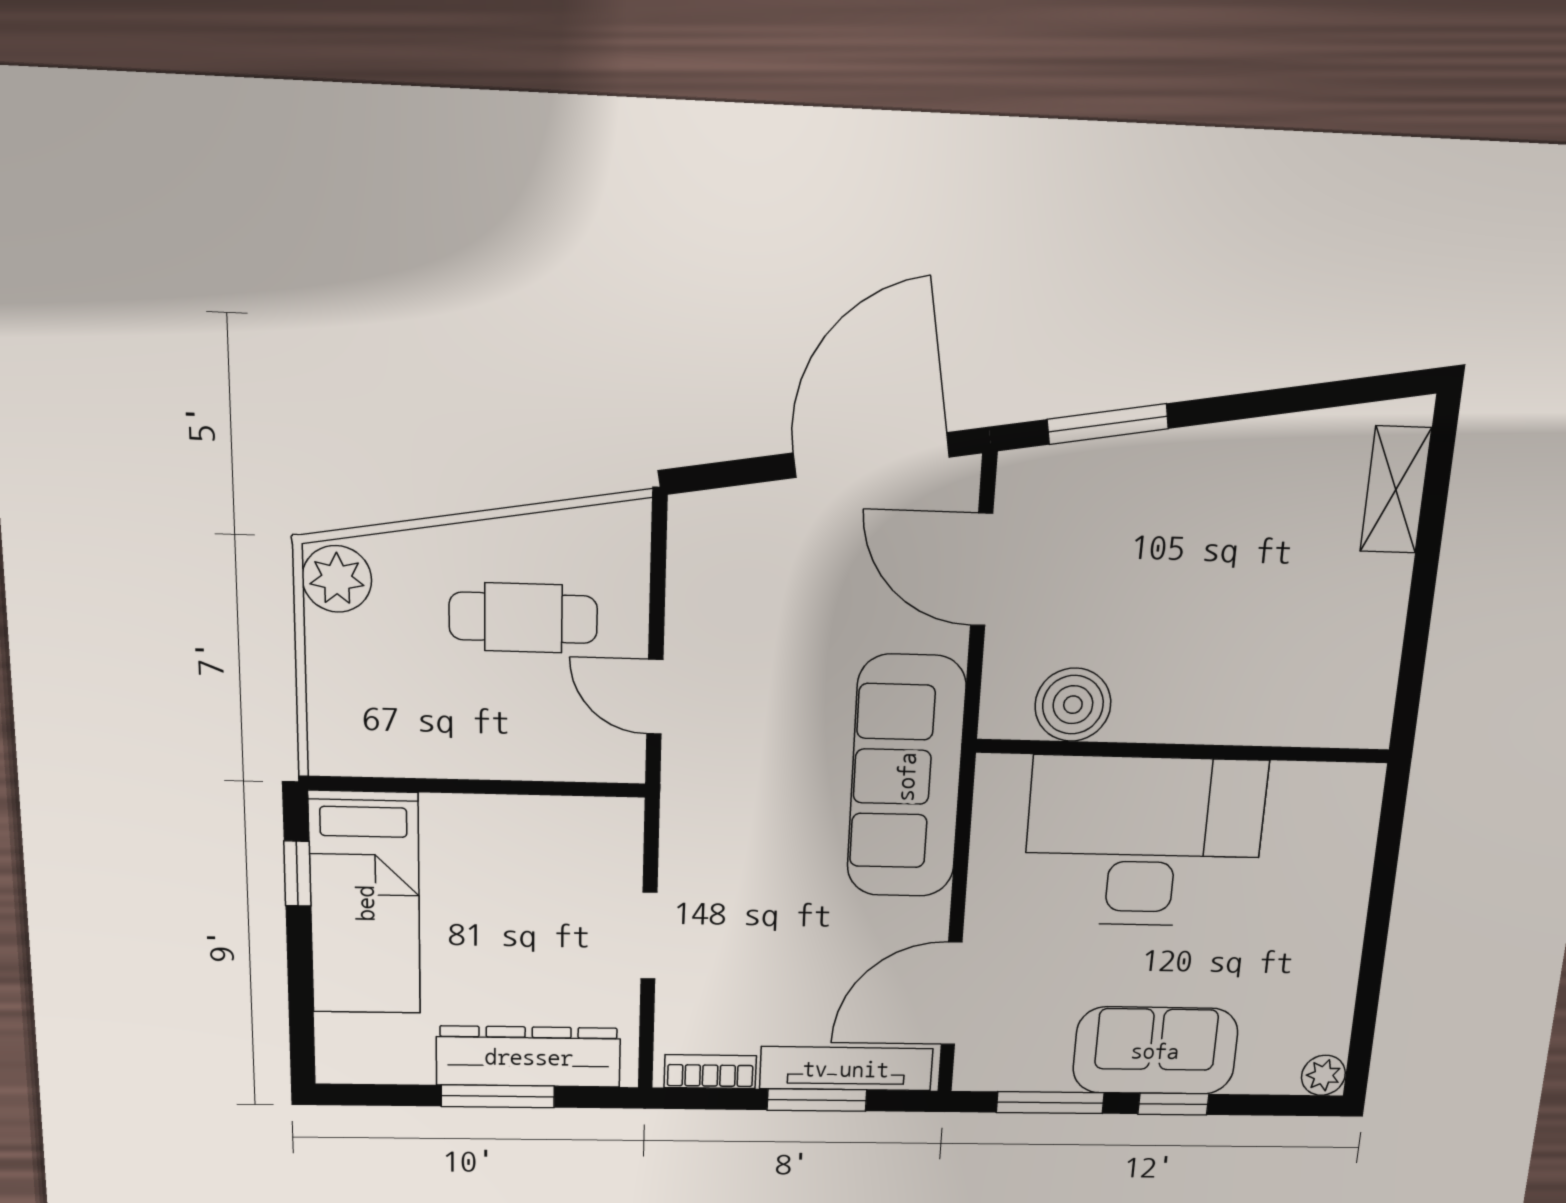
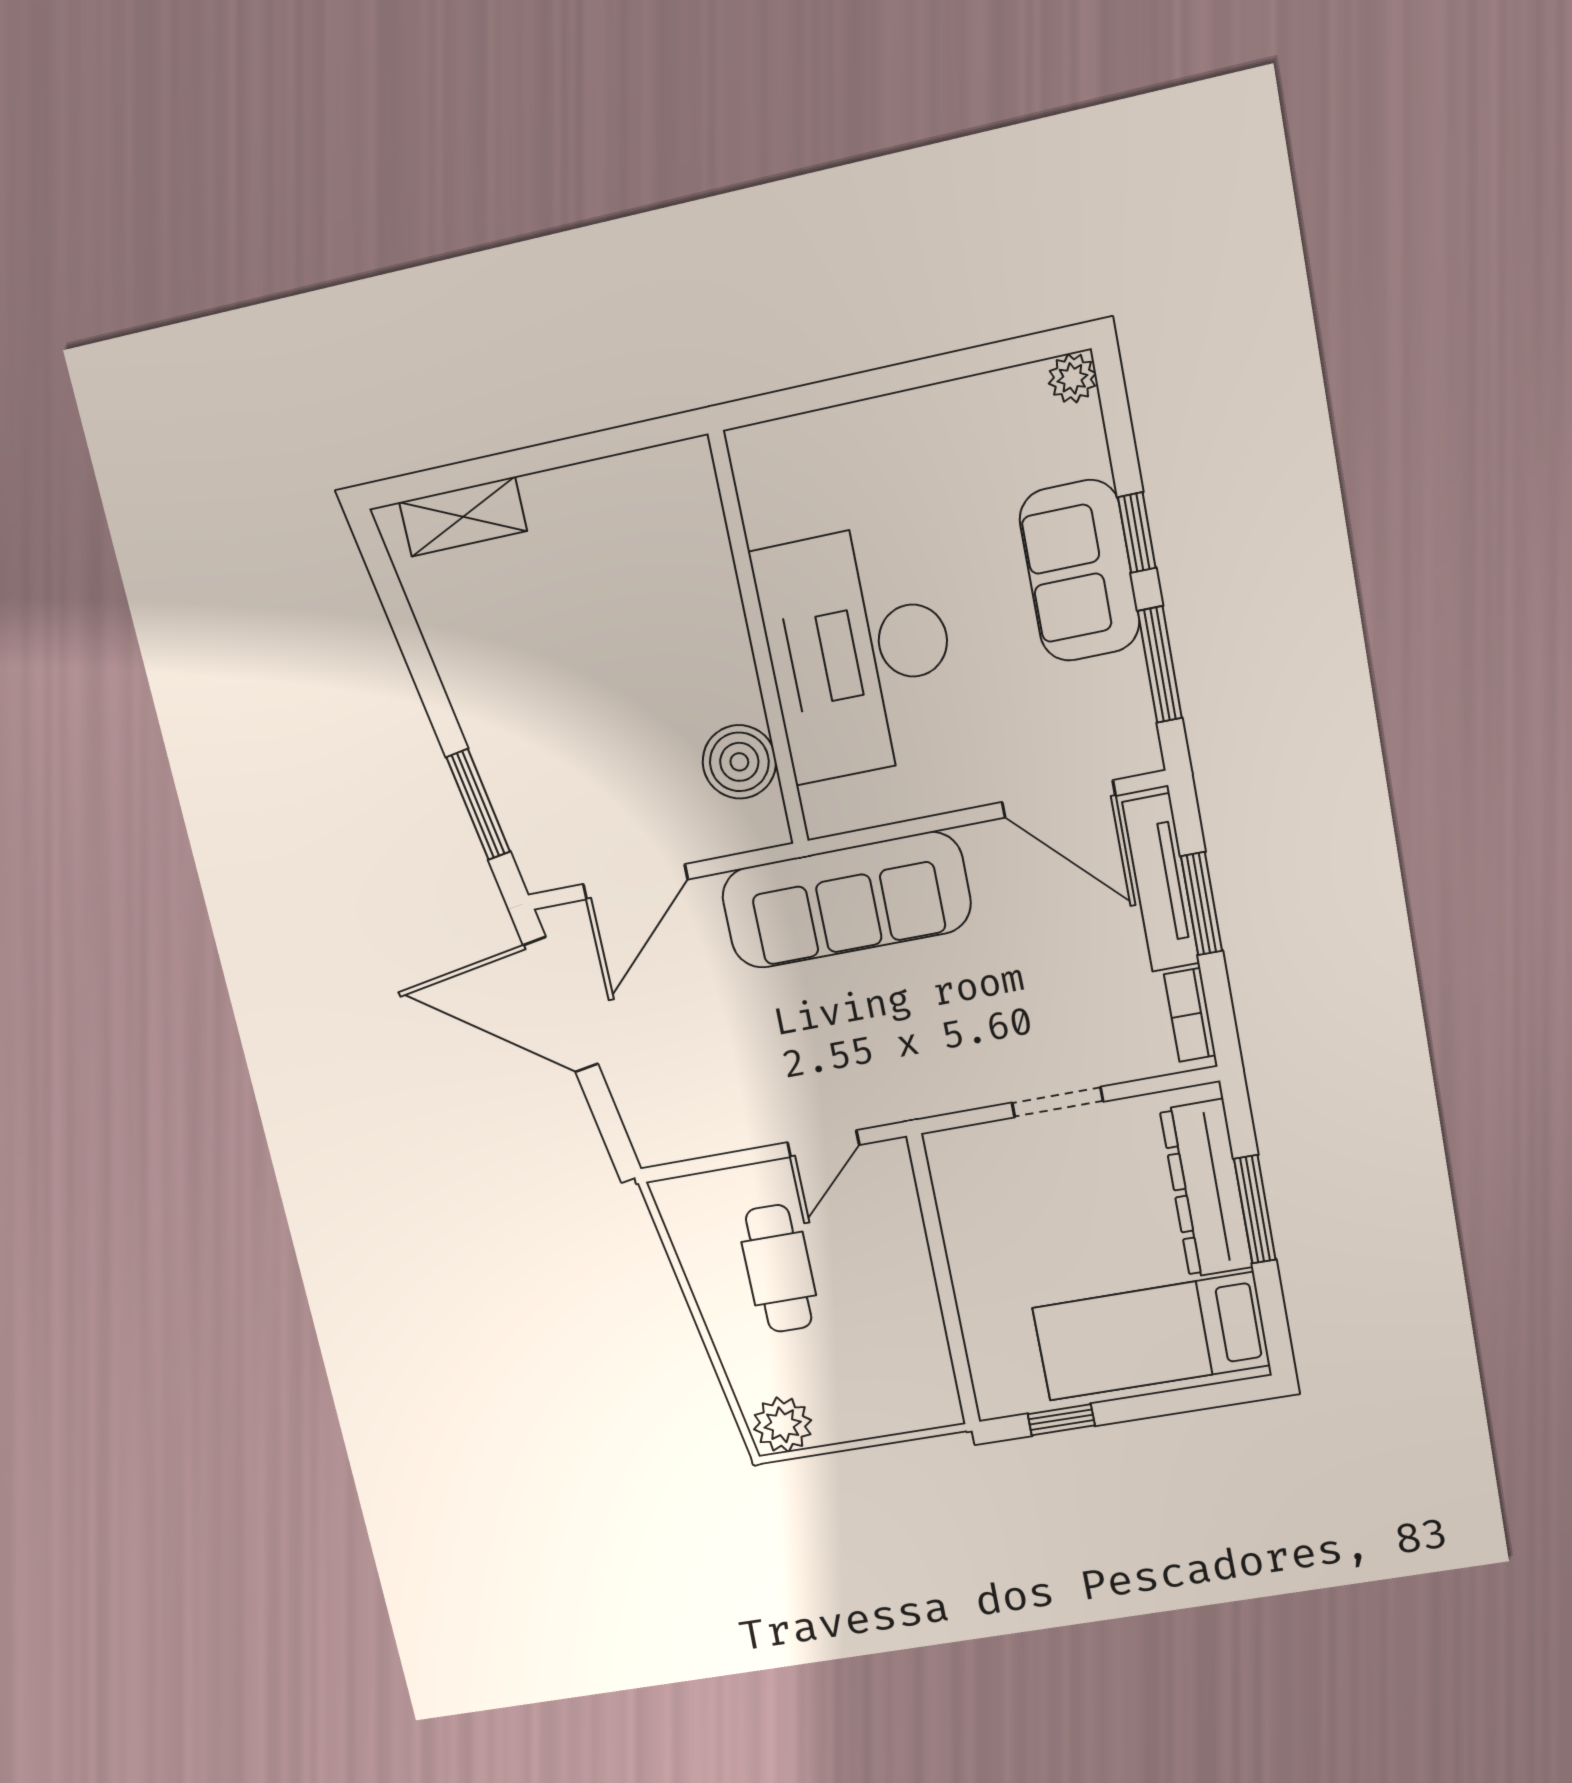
bed: (365, 903) -> (1151, 1337), moved, turned 180

